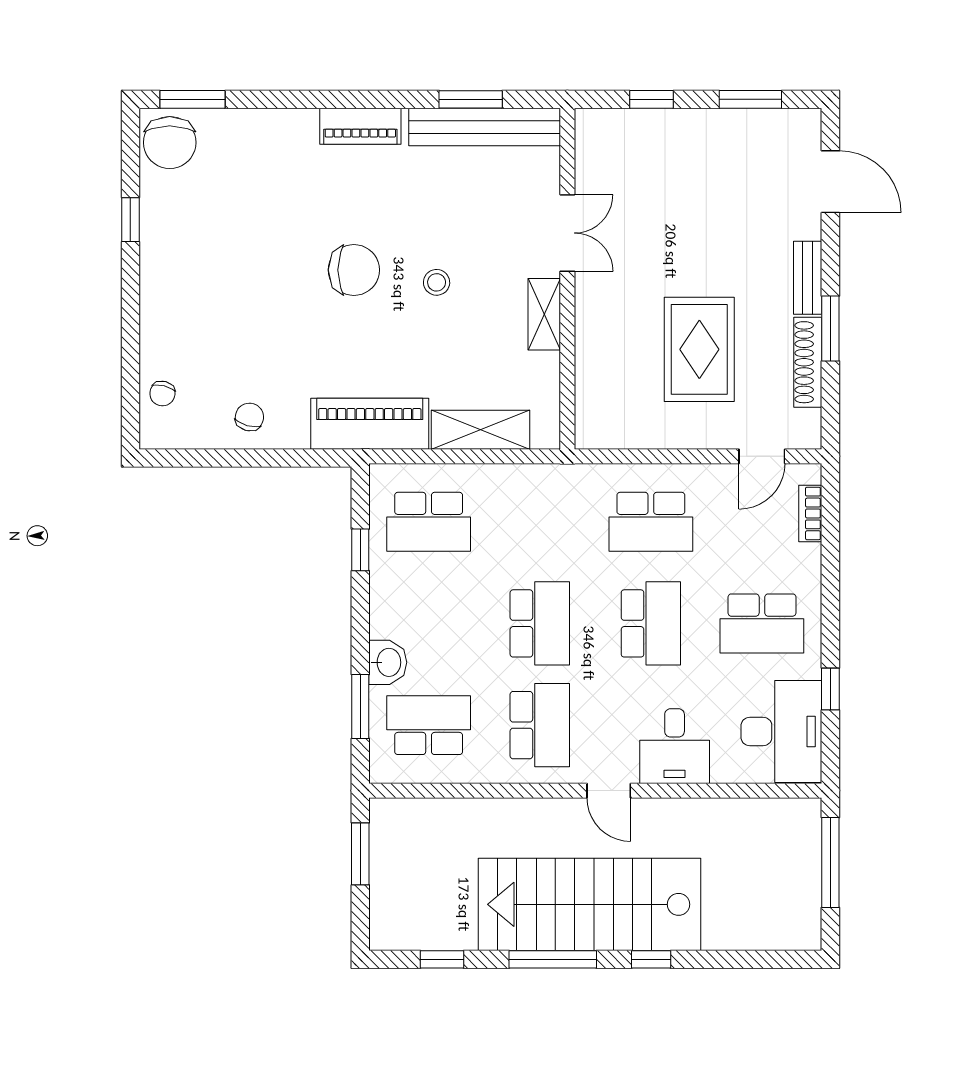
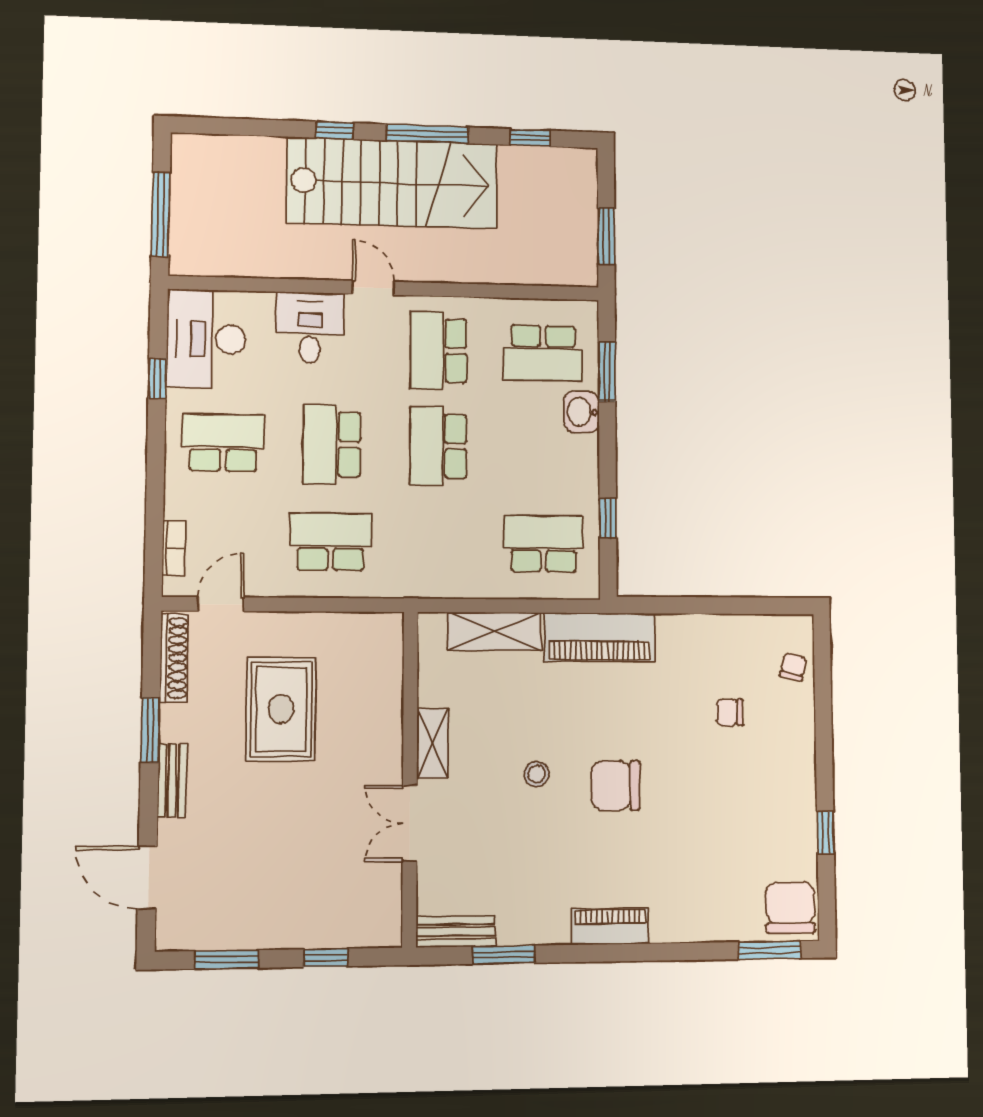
bench: (485, 127) -> (456, 931), width x0.54, depth x0.82
shoe rack: (808, 362) -> (174, 658), moved
chair: (249, 417) -> (730, 712), moved, turned 74

